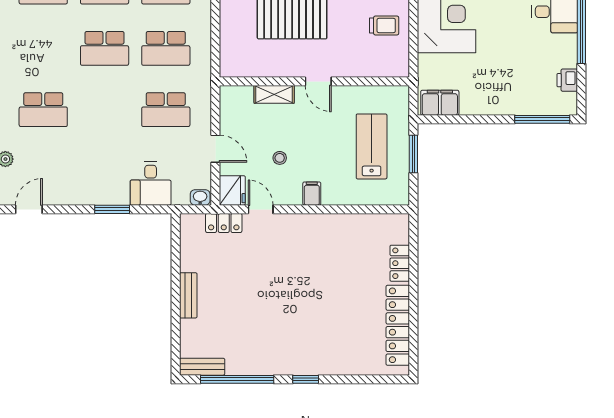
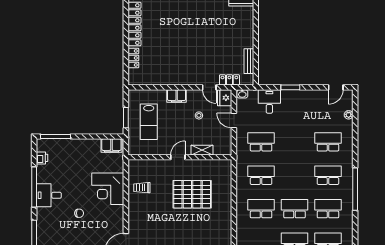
school desk: (105, 48) -> (328, 175), moved
door: (318, 81) -> (178, 157), hinge flipped
filing cabinet: (312, 194) -> (177, 96), width x2.00
bench: (188, 295) -> (249, 61), moved

